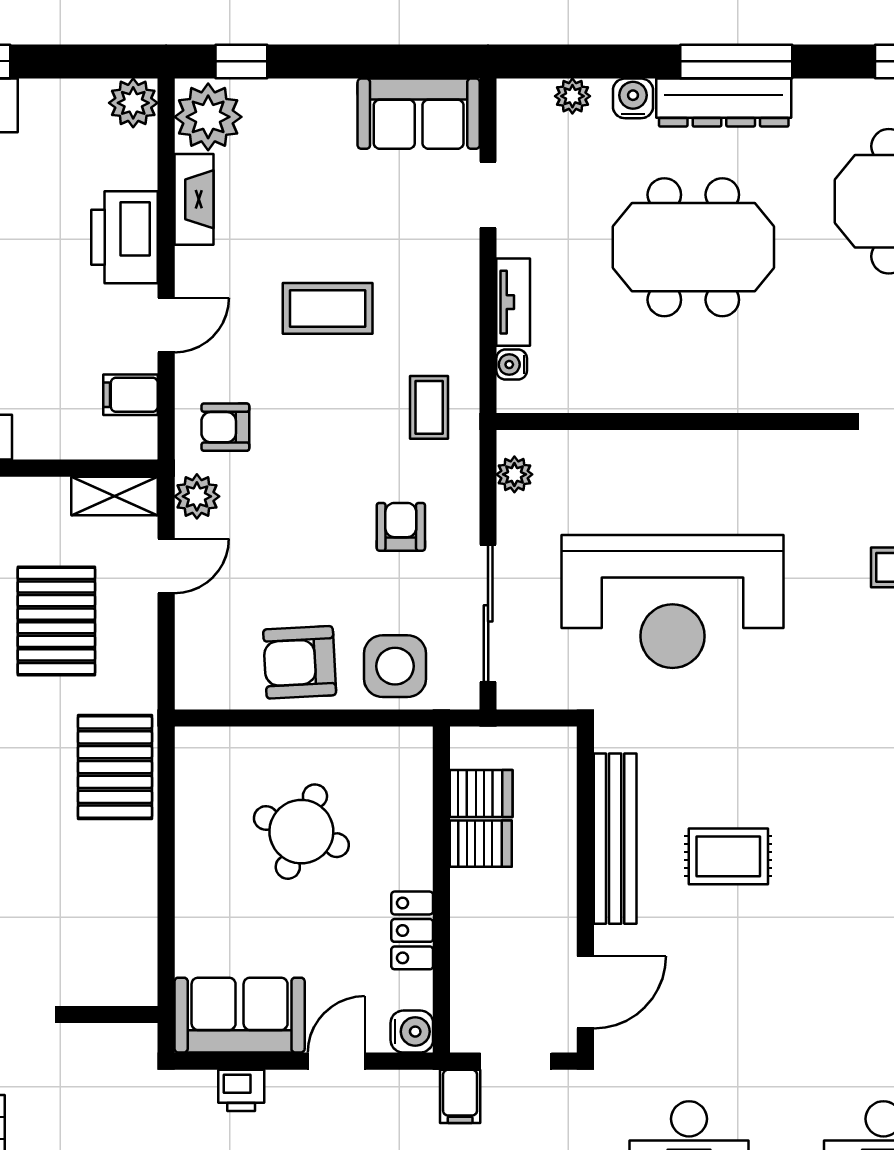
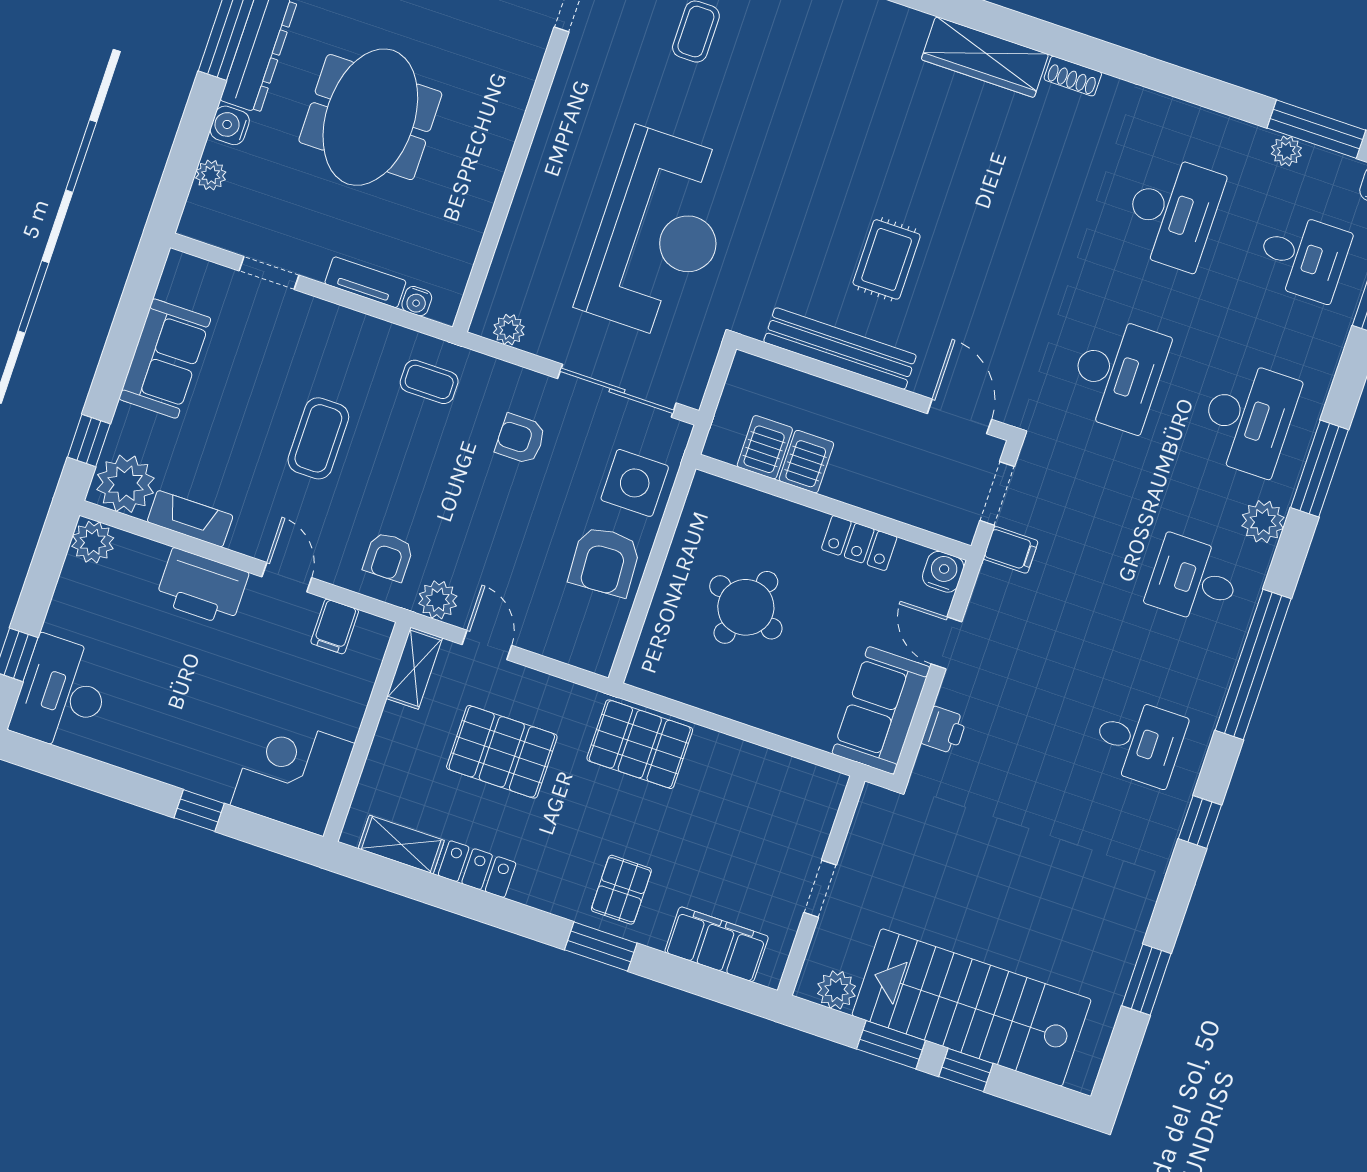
sofa: (419, 114) -> (165, 359), moved

